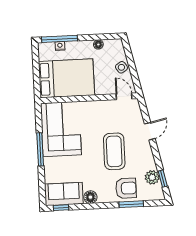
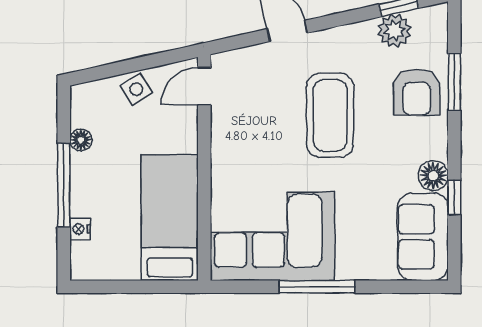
window: (60, 39) -> (64, 185), moved
bed: (66, 78) -> (170, 218), width x0.67
coffee table: (114, 151) -> (330, 115), turned 90
armchair: (126, 188) -> (417, 92), turned 180
window: (61, 208) -> (454, 197), moved

